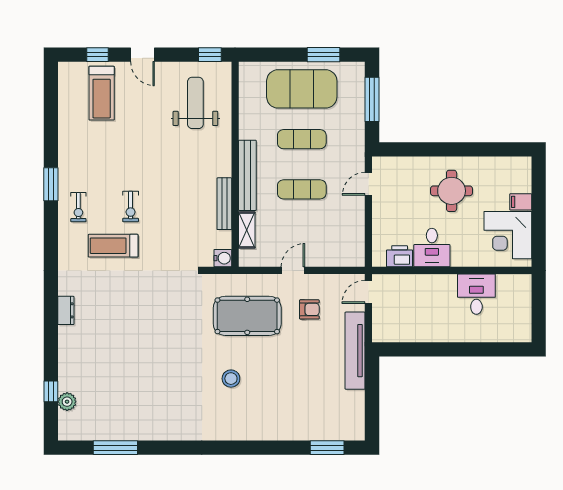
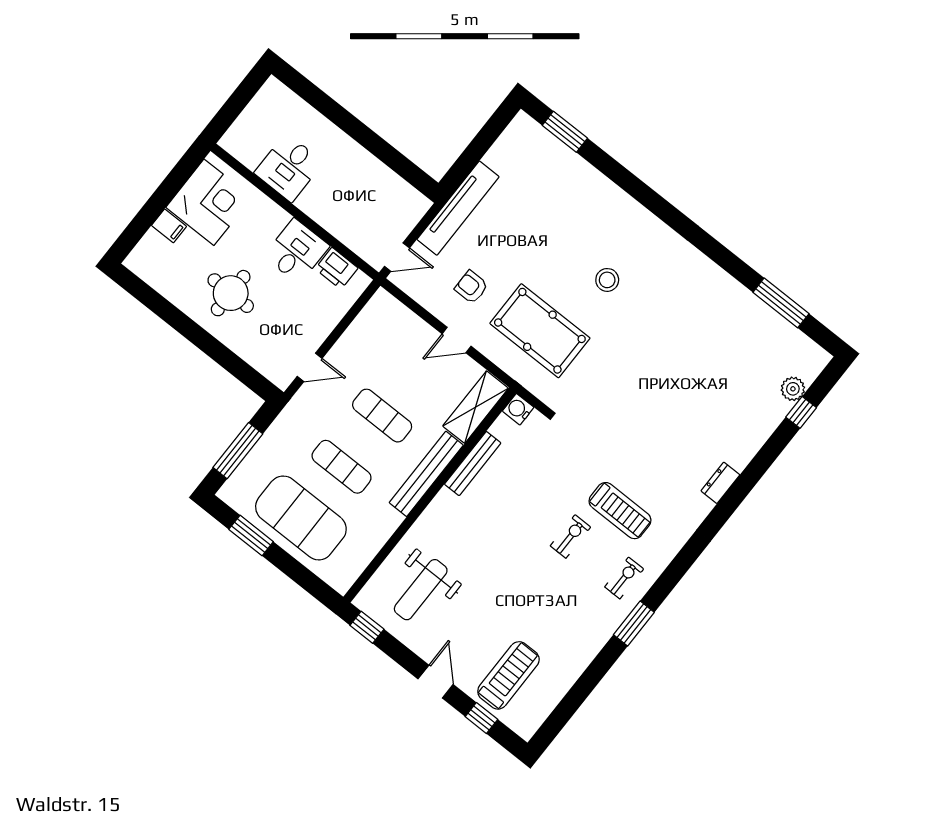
shelving: (247, 230) -> (476, 407), width x1.50, depth x1.33

